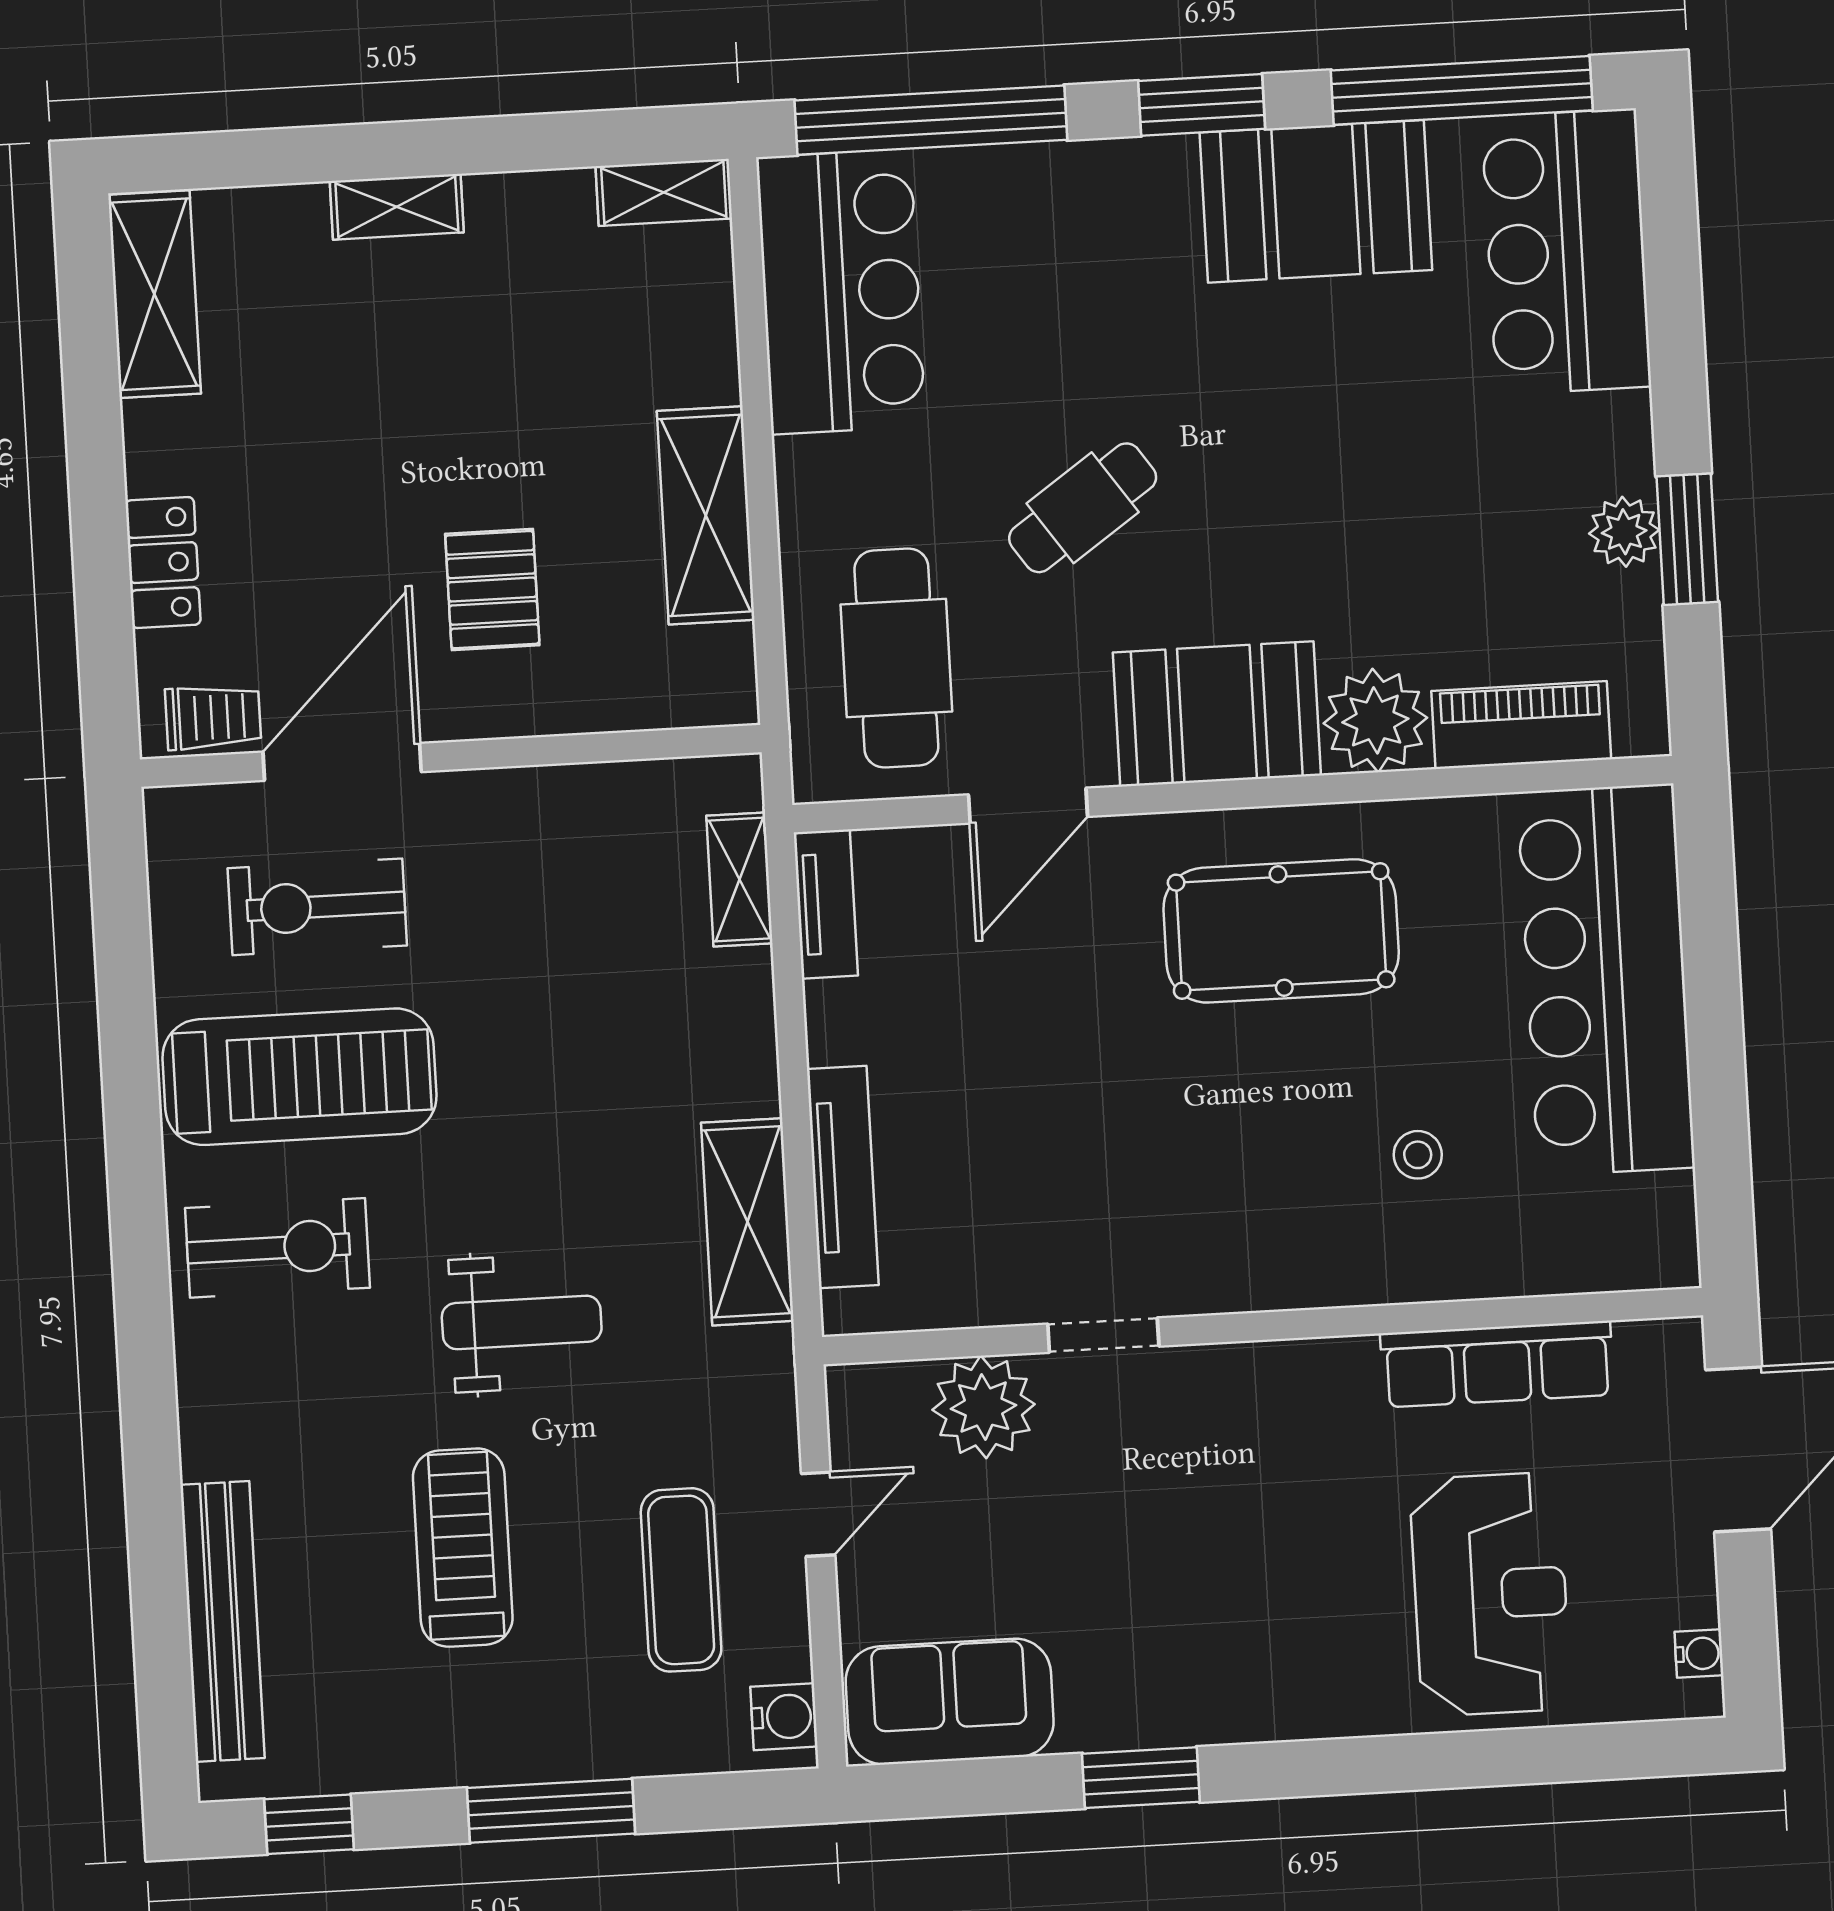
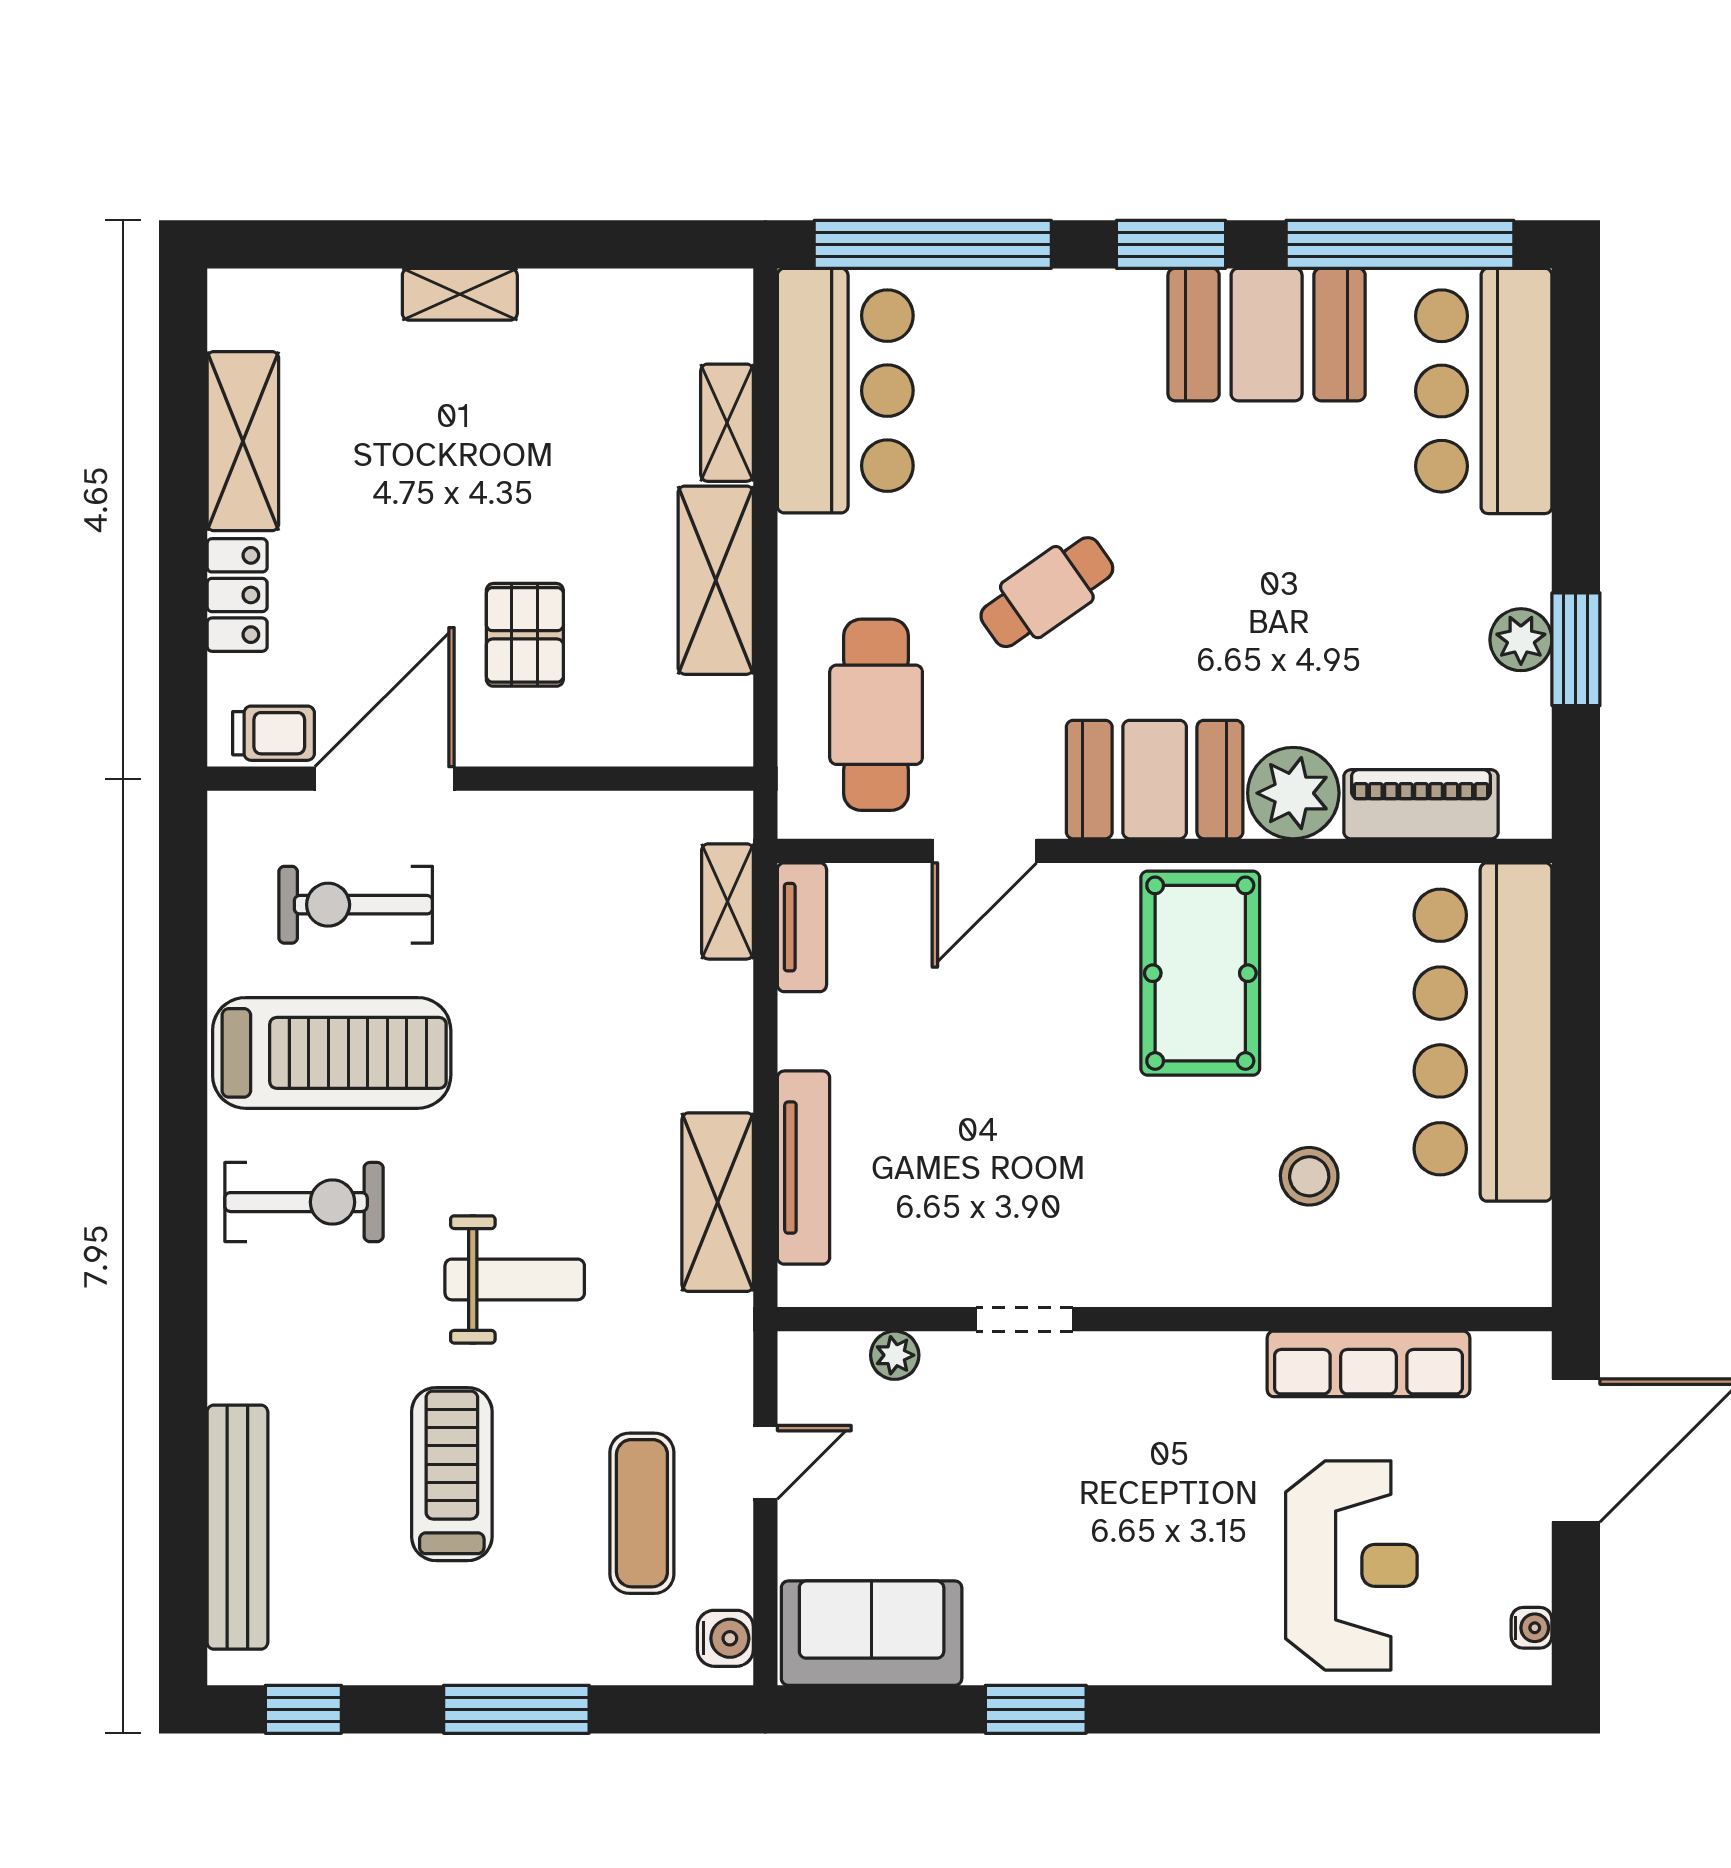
shelving: (664, 192) -> (727, 423), moved, turned 90
shelving: (154, 294) -> (243, 441), moved
pool table: (1281, 931) -> (1200, 973), turned 90
stool: (1418, 1155) -> (1309, 1176), width x1.37, depth x1.37
plant: (984, 1407) -> (895, 1355), width x0.53, depth x0.53

